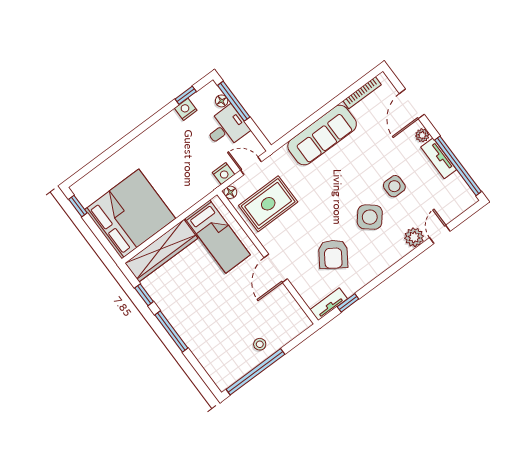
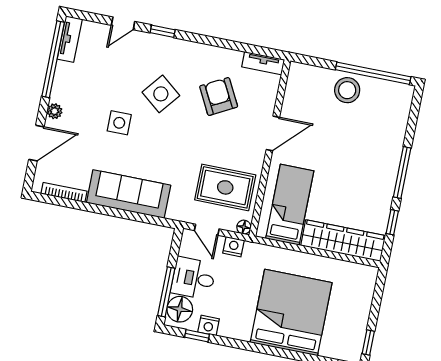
floor lamp: (222, 101) -> (180, 309), width x1.89, depth x1.89
tv unit: (439, 158) -> (70, 39), moved
side table: (394, 186) -> (119, 123), moved
bed: (130, 214) -> (291, 313), moved, turned 90
plant: (414, 237) -> (144, 42), removed
armchair: (333, 254) -> (219, 96), turned -62
window: (348, 303) -> (163, 31), moved
stool: (260, 344) -> (347, 90), width x1.89, depth x1.89

